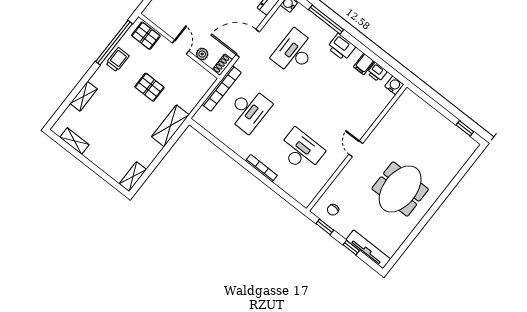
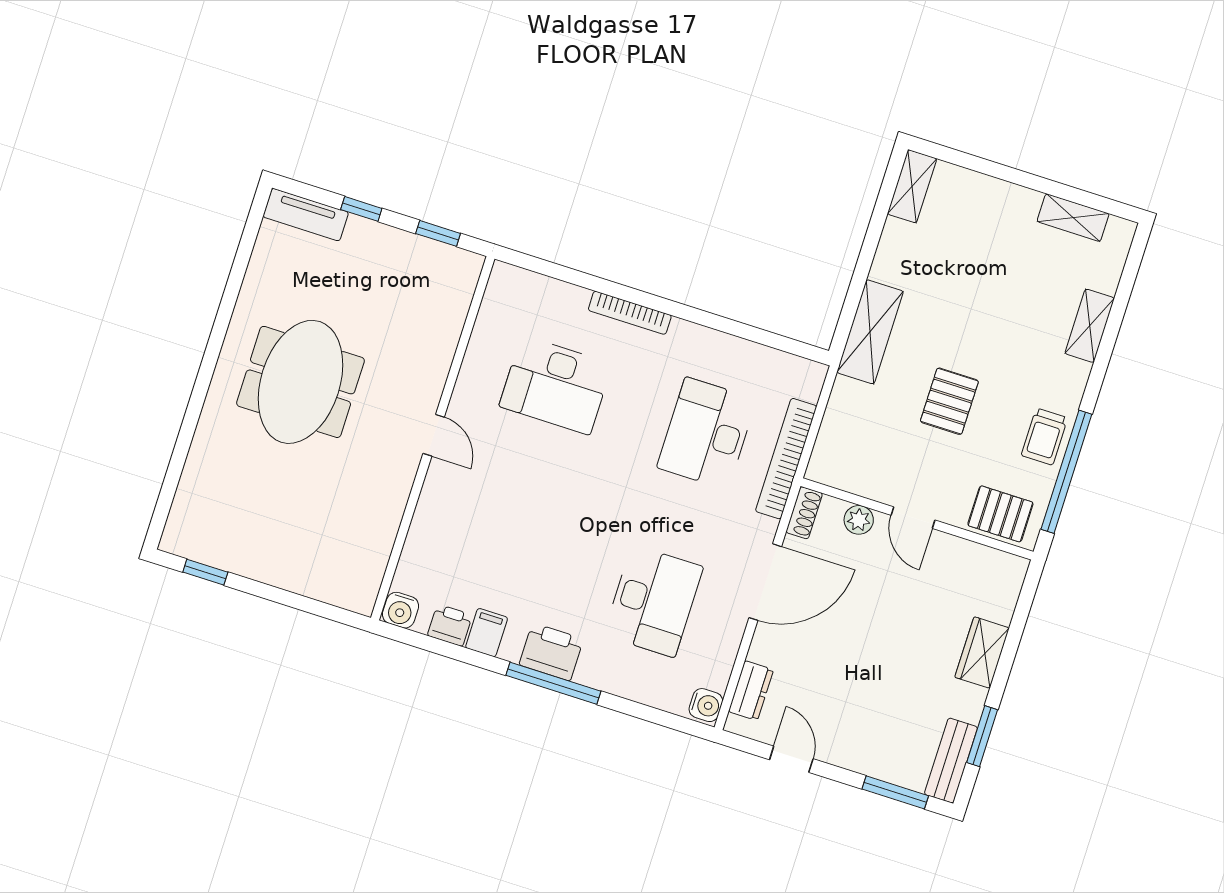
window: (326, 20) -> (553, 683), moved
pallet: (149, 87) -> (949, 401), turned 90
chair: (333, 210) -> (434, 279), removed
tv unit: (368, 249) -> (306, 215), width x0.71

